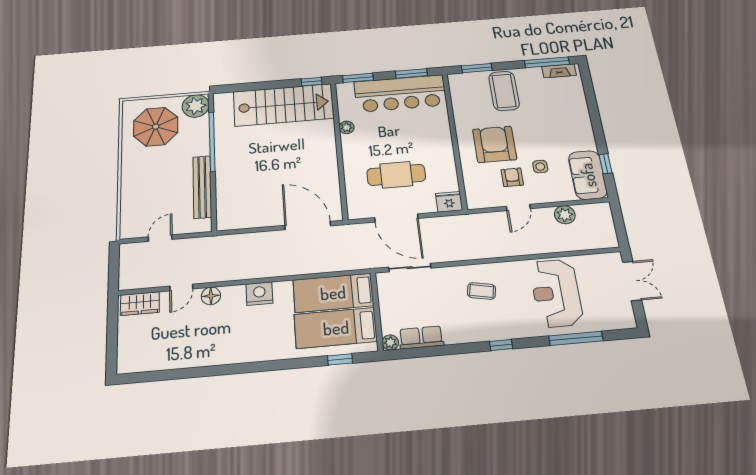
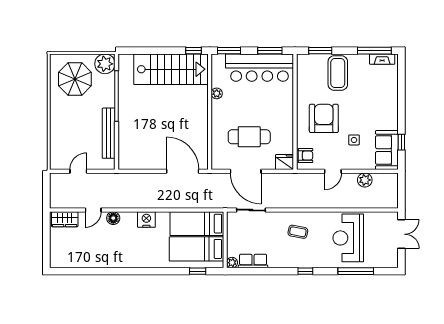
armchair: (512, 177) -> (305, 156), moved, turned 90

